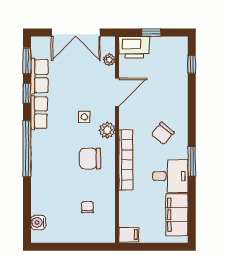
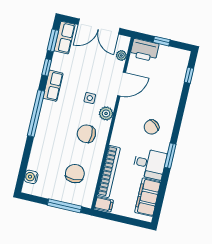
row of seats: (39, 76) -> (65, 38), moved
bookcase: (126, 160) -> (109, 171), moved
chair: (87, 207) -> (75, 174), width x1.87, depth x1.87
window: (84, 247) -> (65, 206), added

